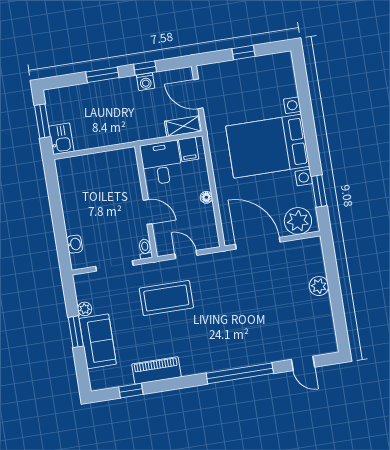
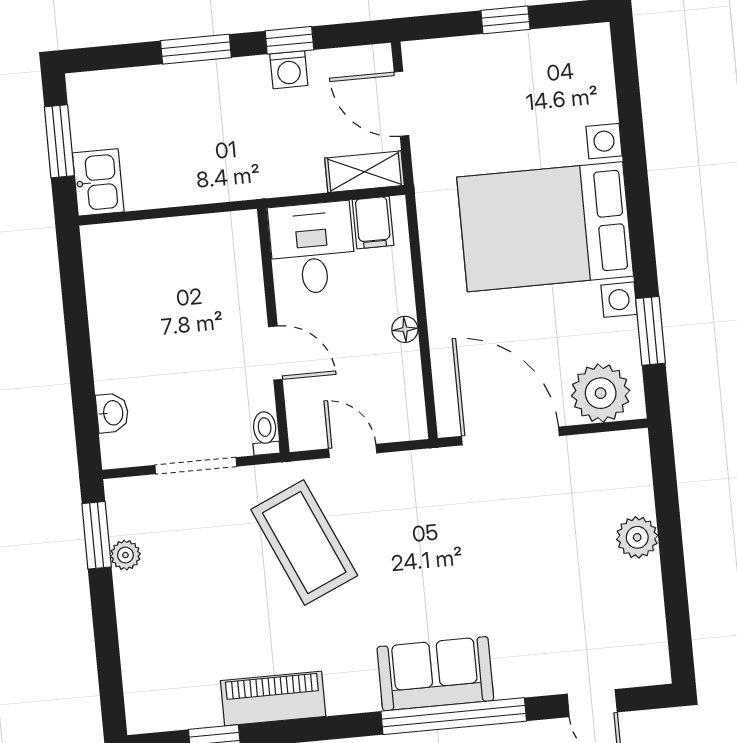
coffee table: (166, 298) -> (304, 543), turned 66
window: (76, 332) -> (97, 535), moved
sofa: (98, 341) -> (435, 674), moved, turned -90

